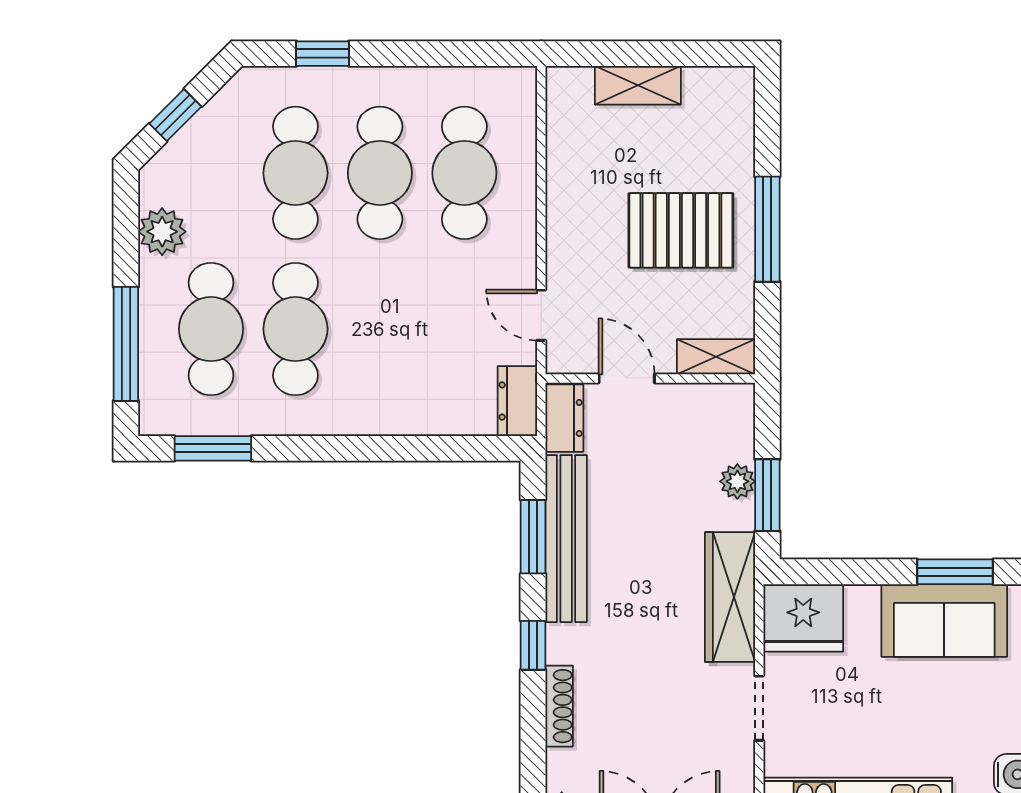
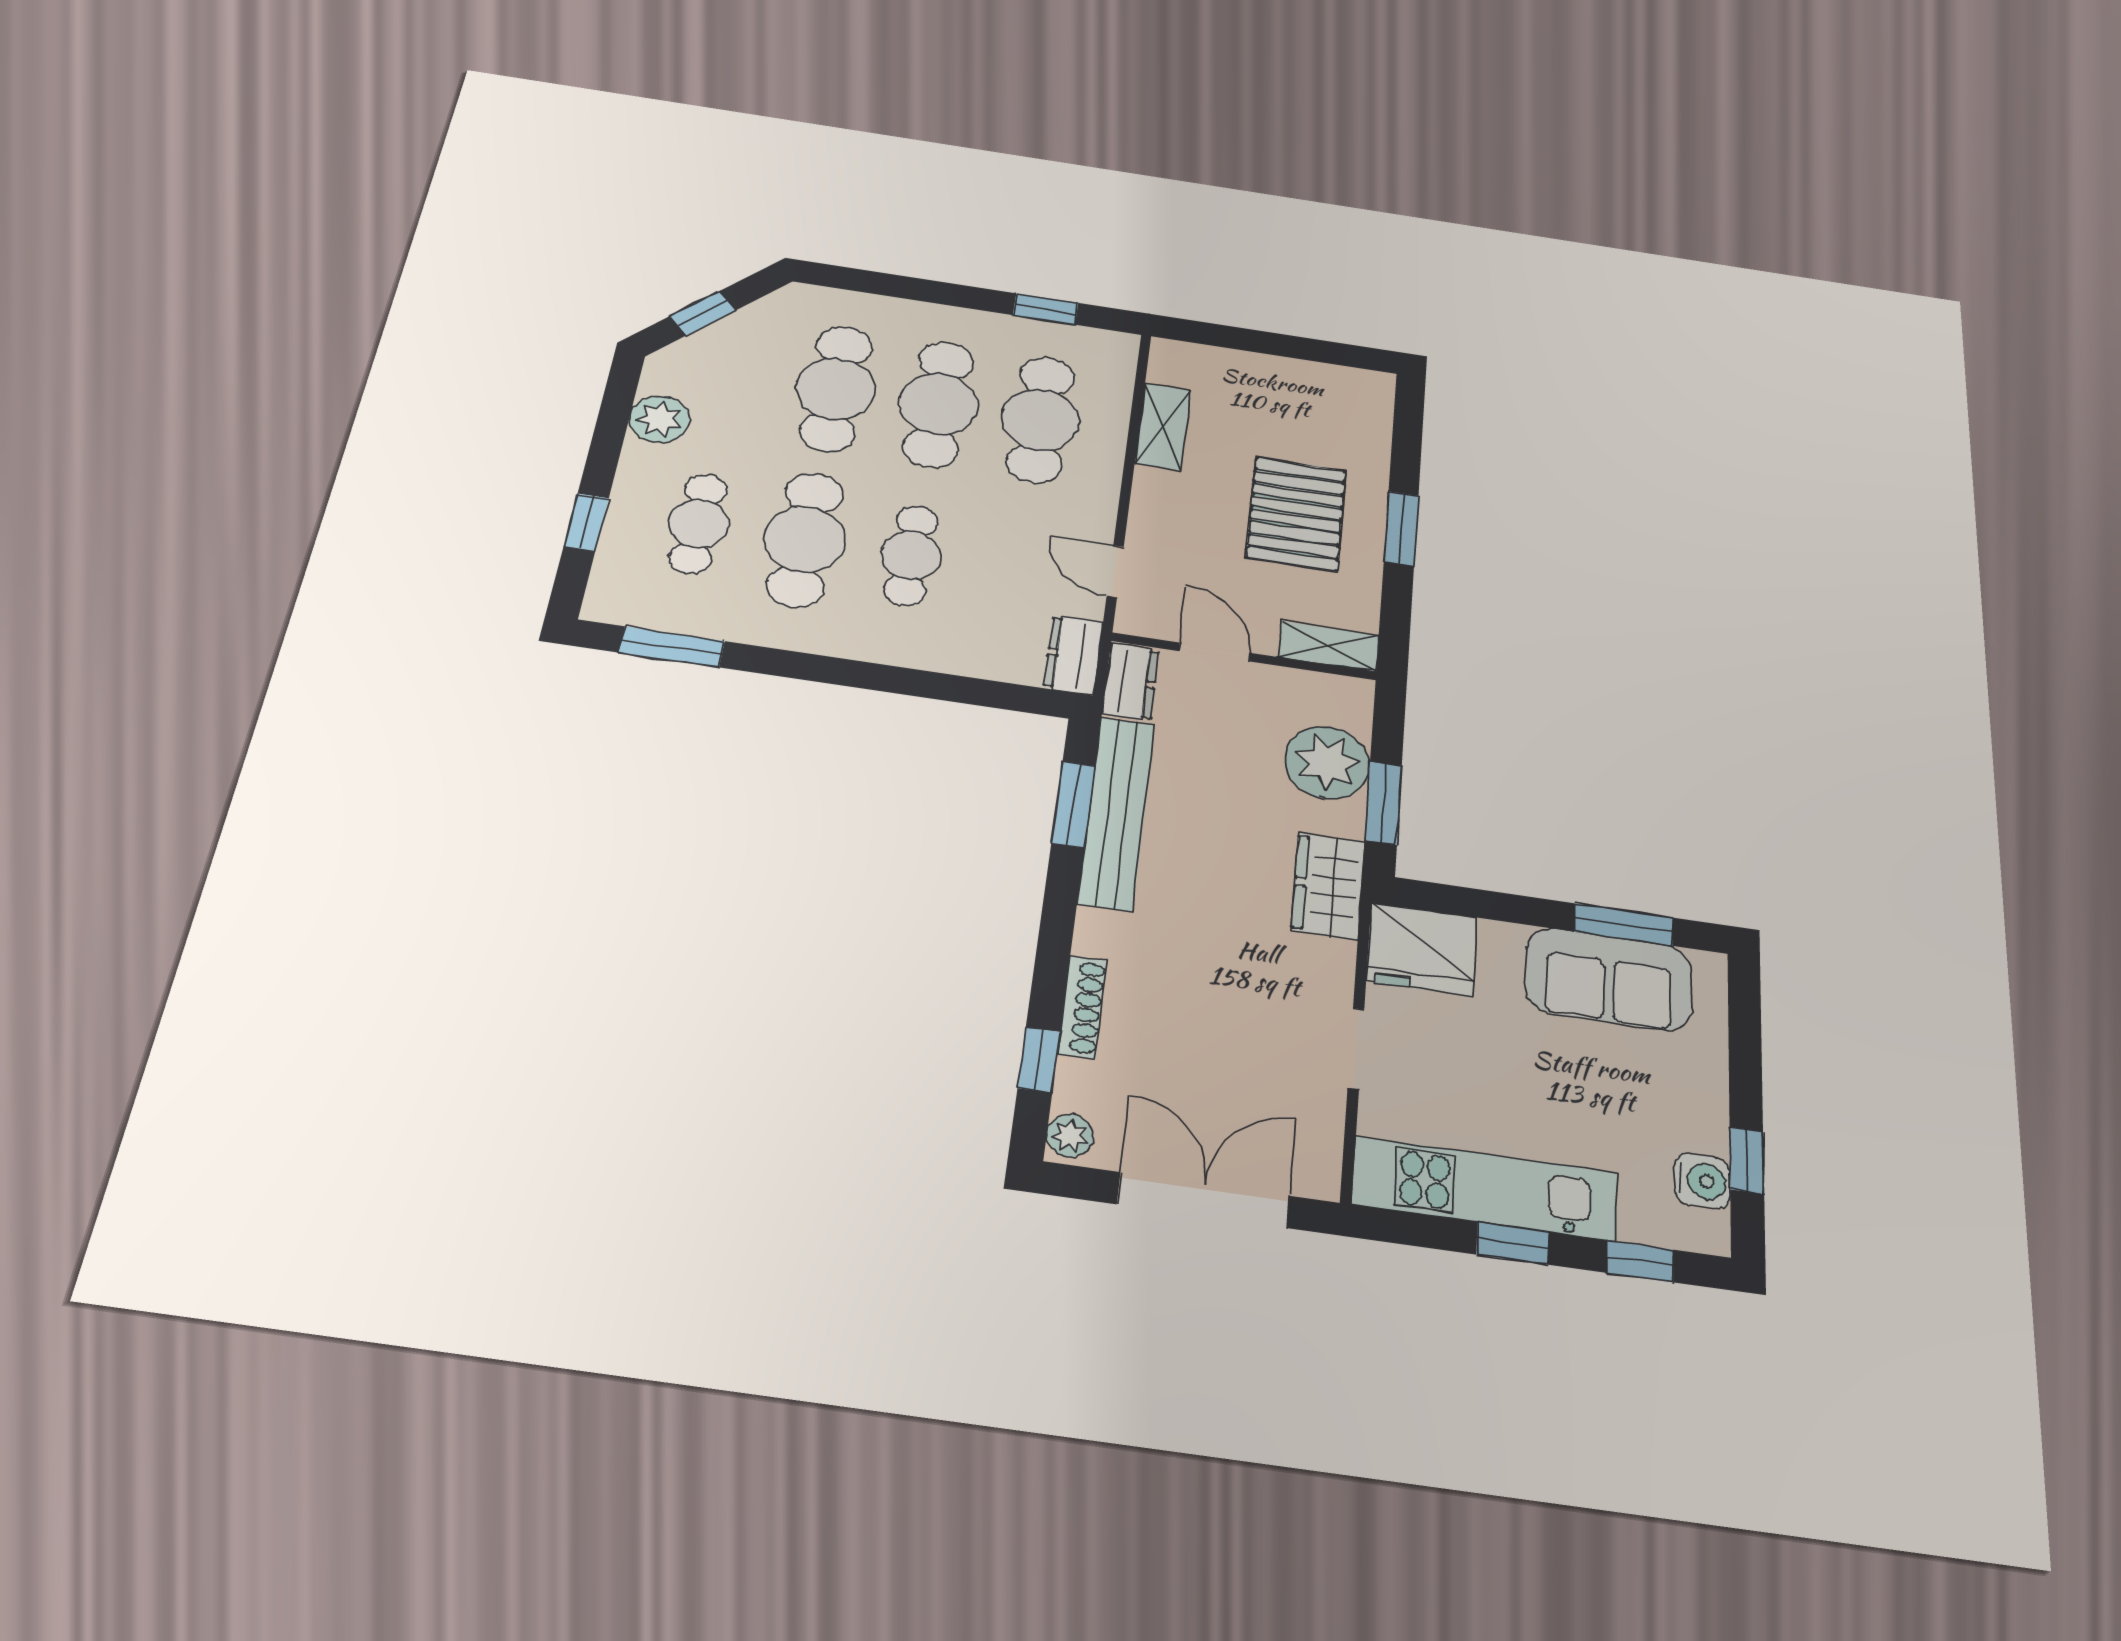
window: (323, 54) -> (1046, 309), moved
shelving: (638, 85) -> (1163, 426), moved, turned 90
window: (767, 229) -> (1401, 528), width x0.69
pallet: (681, 230) -> (1296, 514), turned 90
cafe table: (211, 329) -> (698, 524), width x0.73, depth x0.74
cafe table: (380, 329) -> (911, 555), added
window: (126, 344) -> (586, 522), width x0.46
plant: (737, 481) -> (1327, 763), width x1.88, depth x1.88
wardrobe: (730, 597) -> (1328, 886), width x0.67
window: (533, 645) -> (1039, 1060), moved

